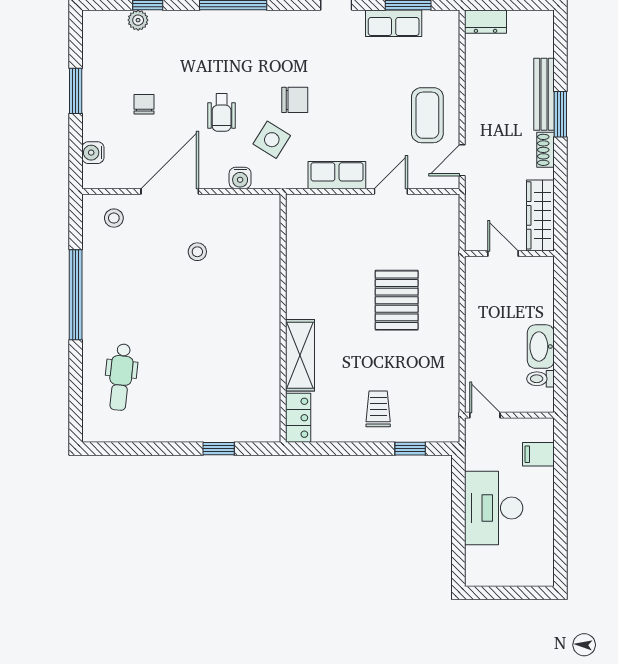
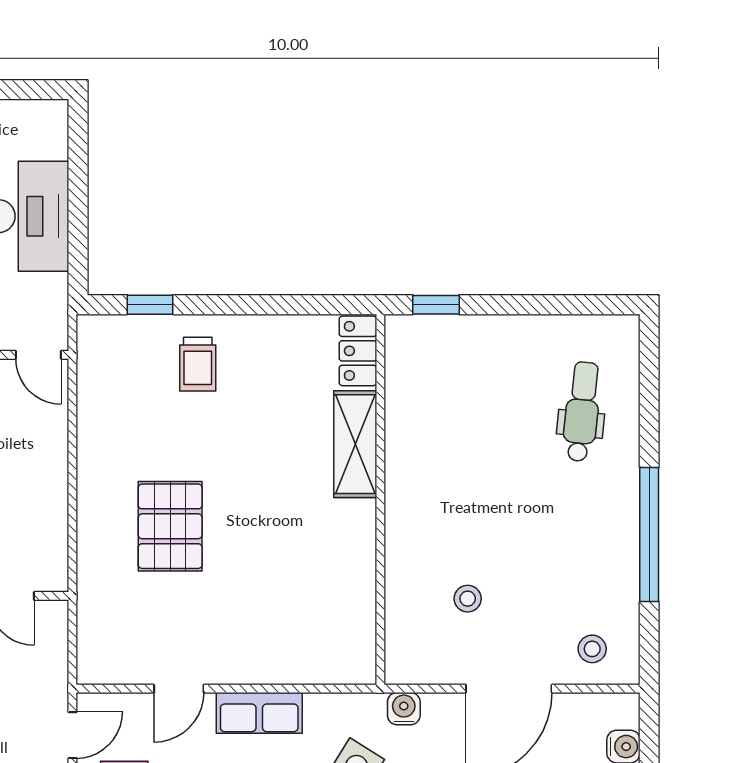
wall: (283, 318) -> (380, 499), moved
shelving: (300, 355) -> (355, 444), moved
locker: (298, 418) -> (358, 351), moved

